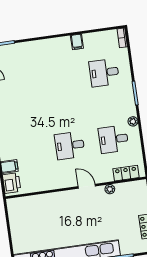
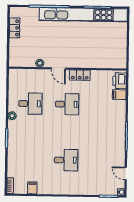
filing cabinet: (77, 42) -> (32, 188), moved
desk: (104, 73) -> (66, 160), moved
locker: (126, 173) -> (80, 75), moved

